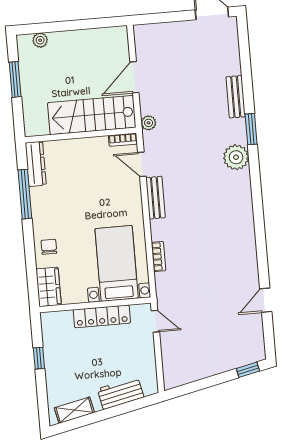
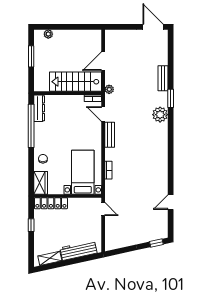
window: (25, 194) -> (31, 126), width x1.46
locker: (102, 316) -> (51, 203), moved
workbench: (121, 393) -> (78, 250), width x1.38

